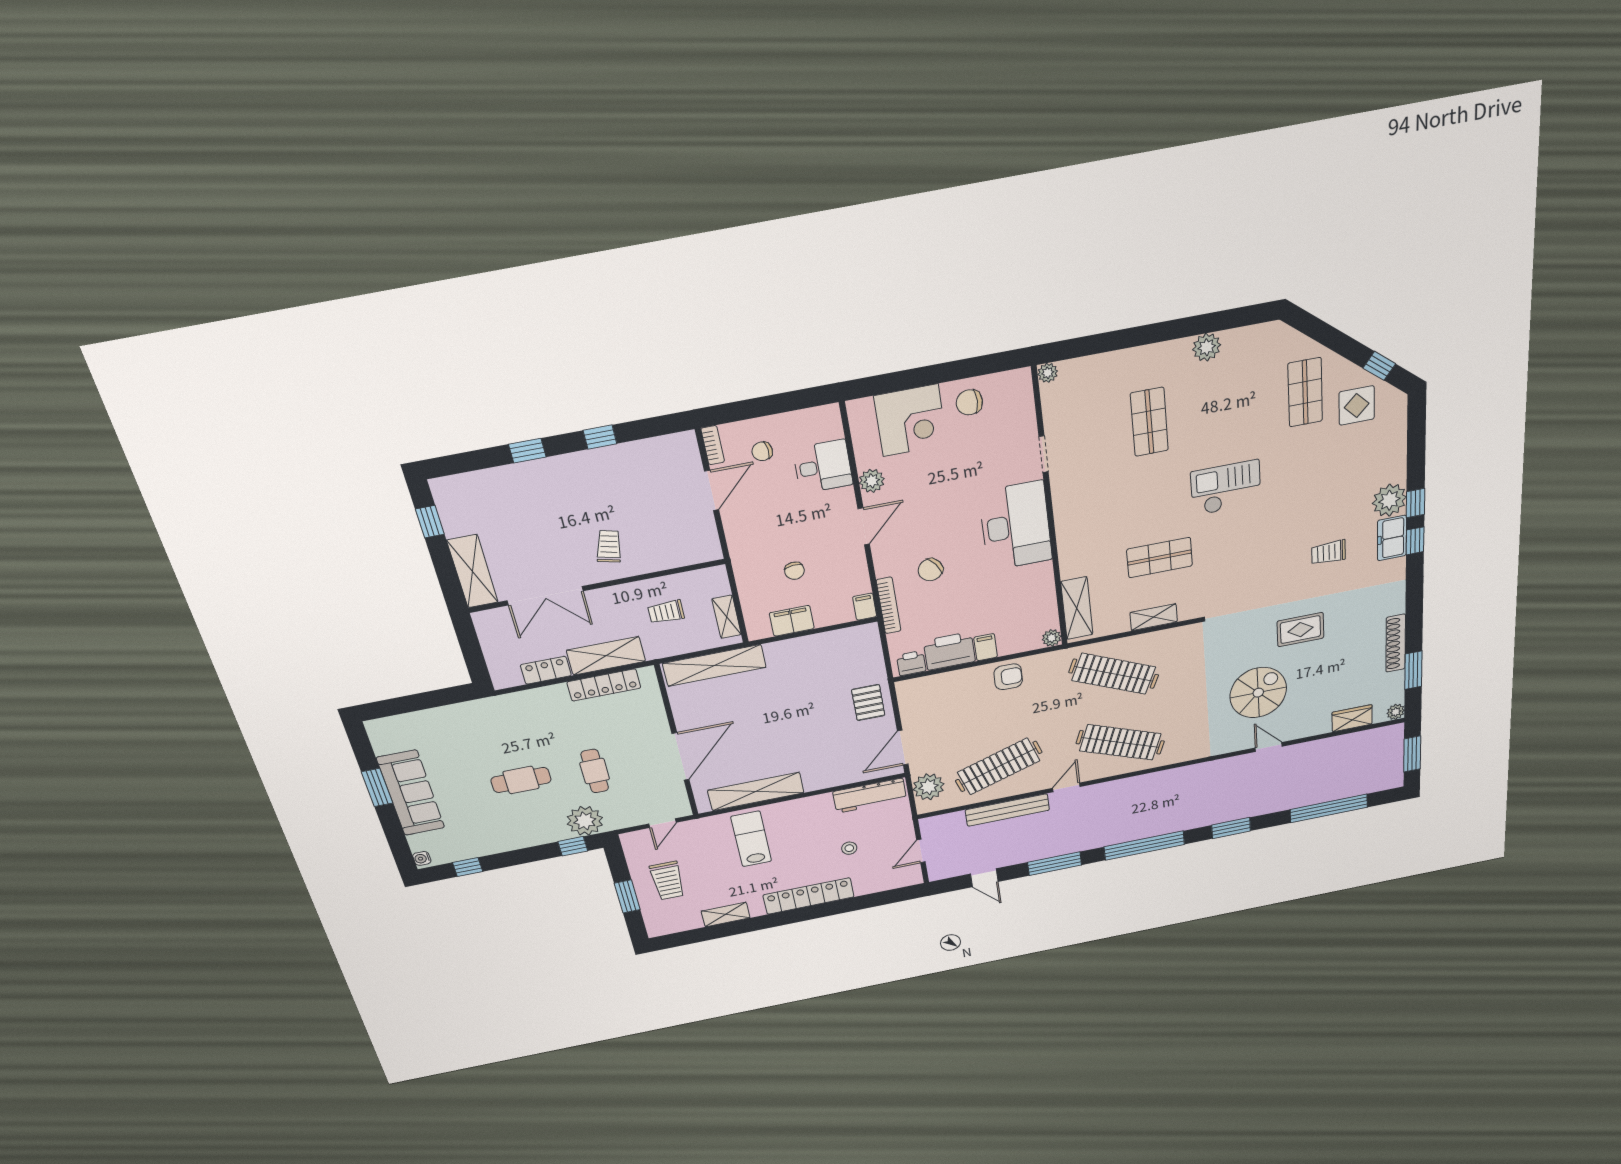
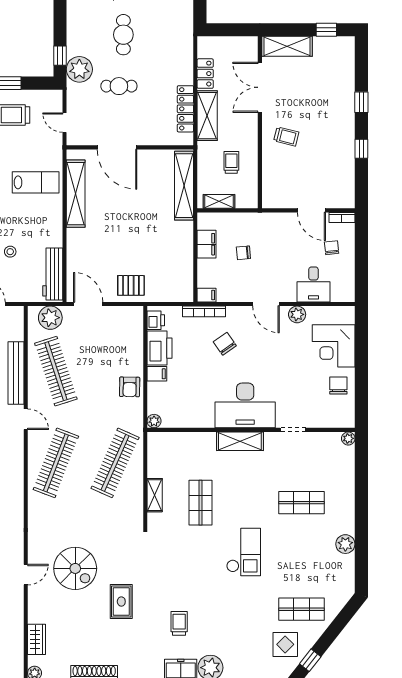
shelving: (1077, 608) -> (240, 441), moved

